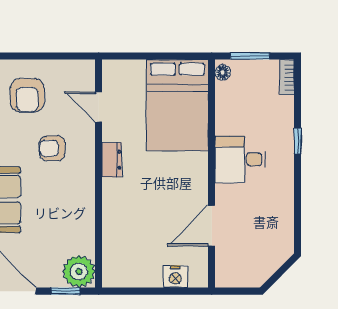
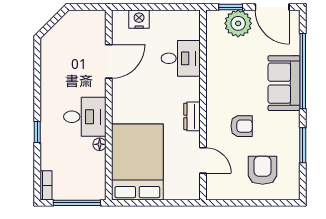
window: (250, 56) -> (77, 203), width x1.44
floor lamp: (223, 72) -> (100, 144), moved
desk: (125, 230) -> (181, 58), added
plant: (79, 271) -> (238, 23), moved

